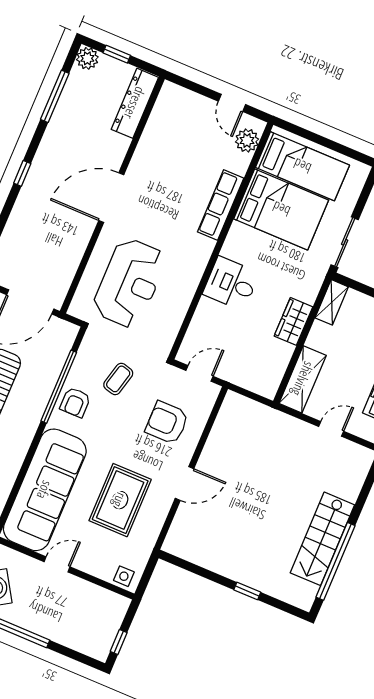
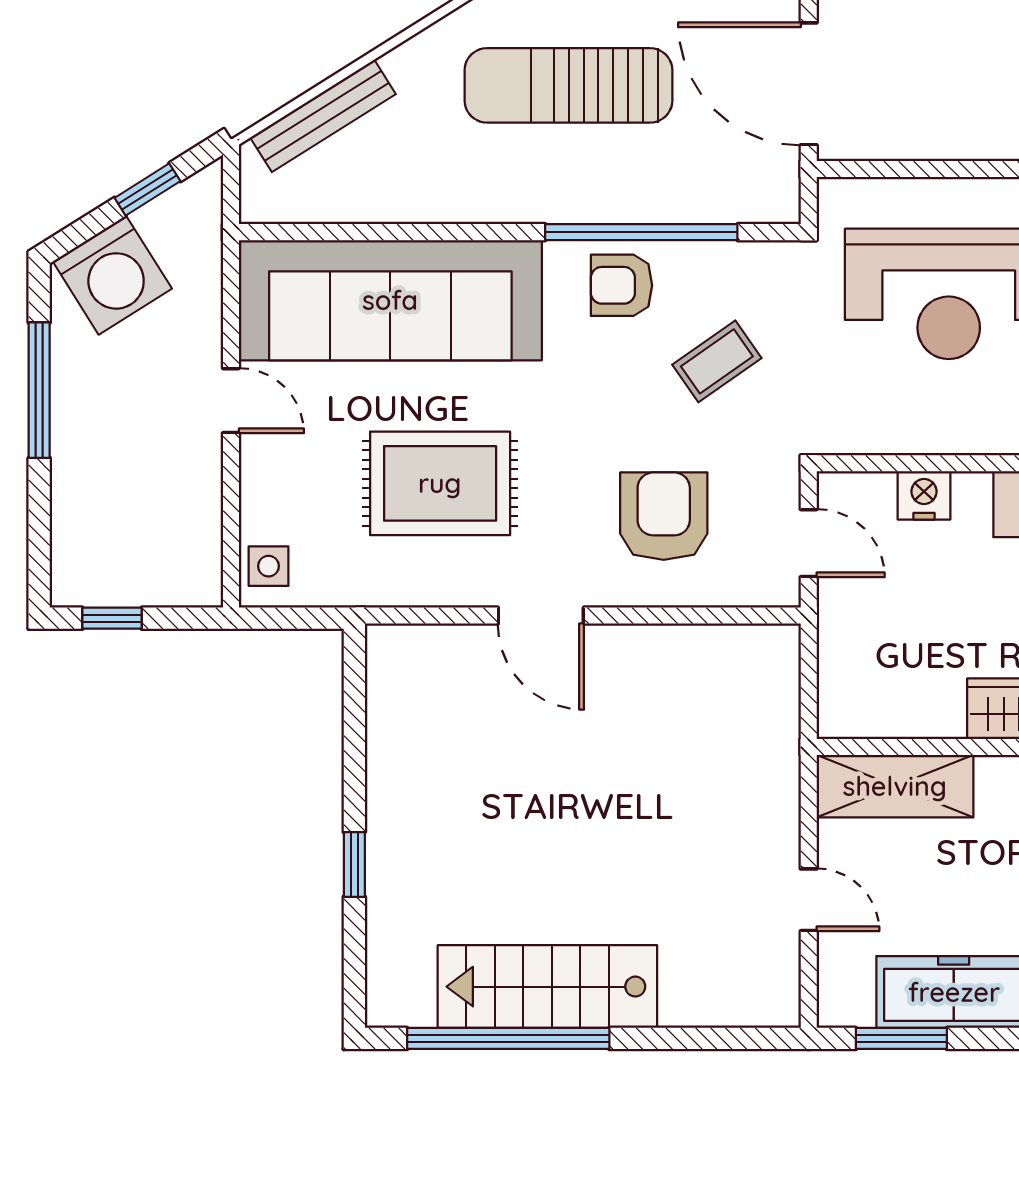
nightstand: (200, 323) -> (924, 495), added
coffee table: (118, 379) -> (717, 361), turned -49

